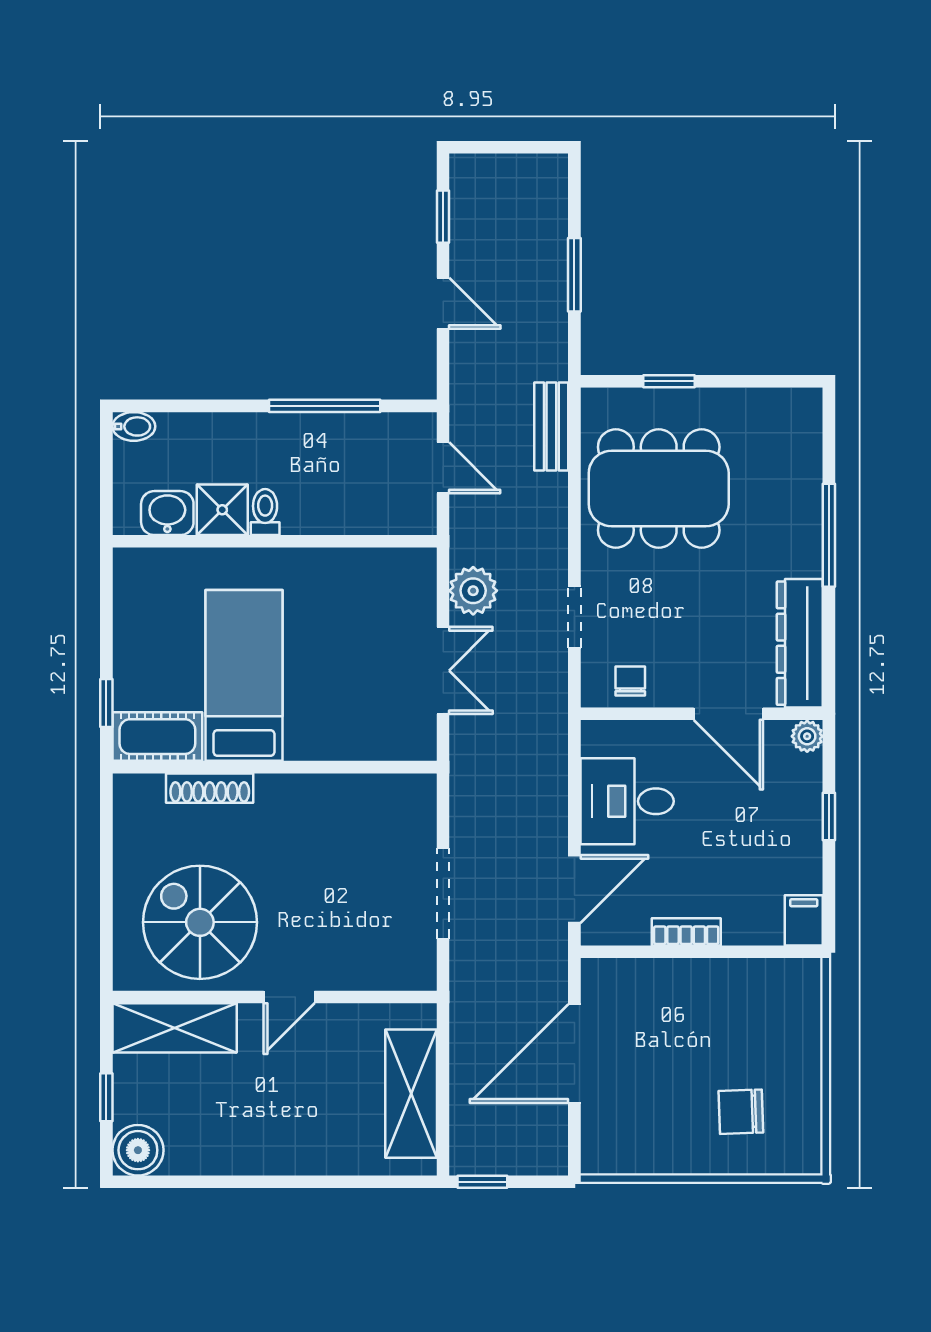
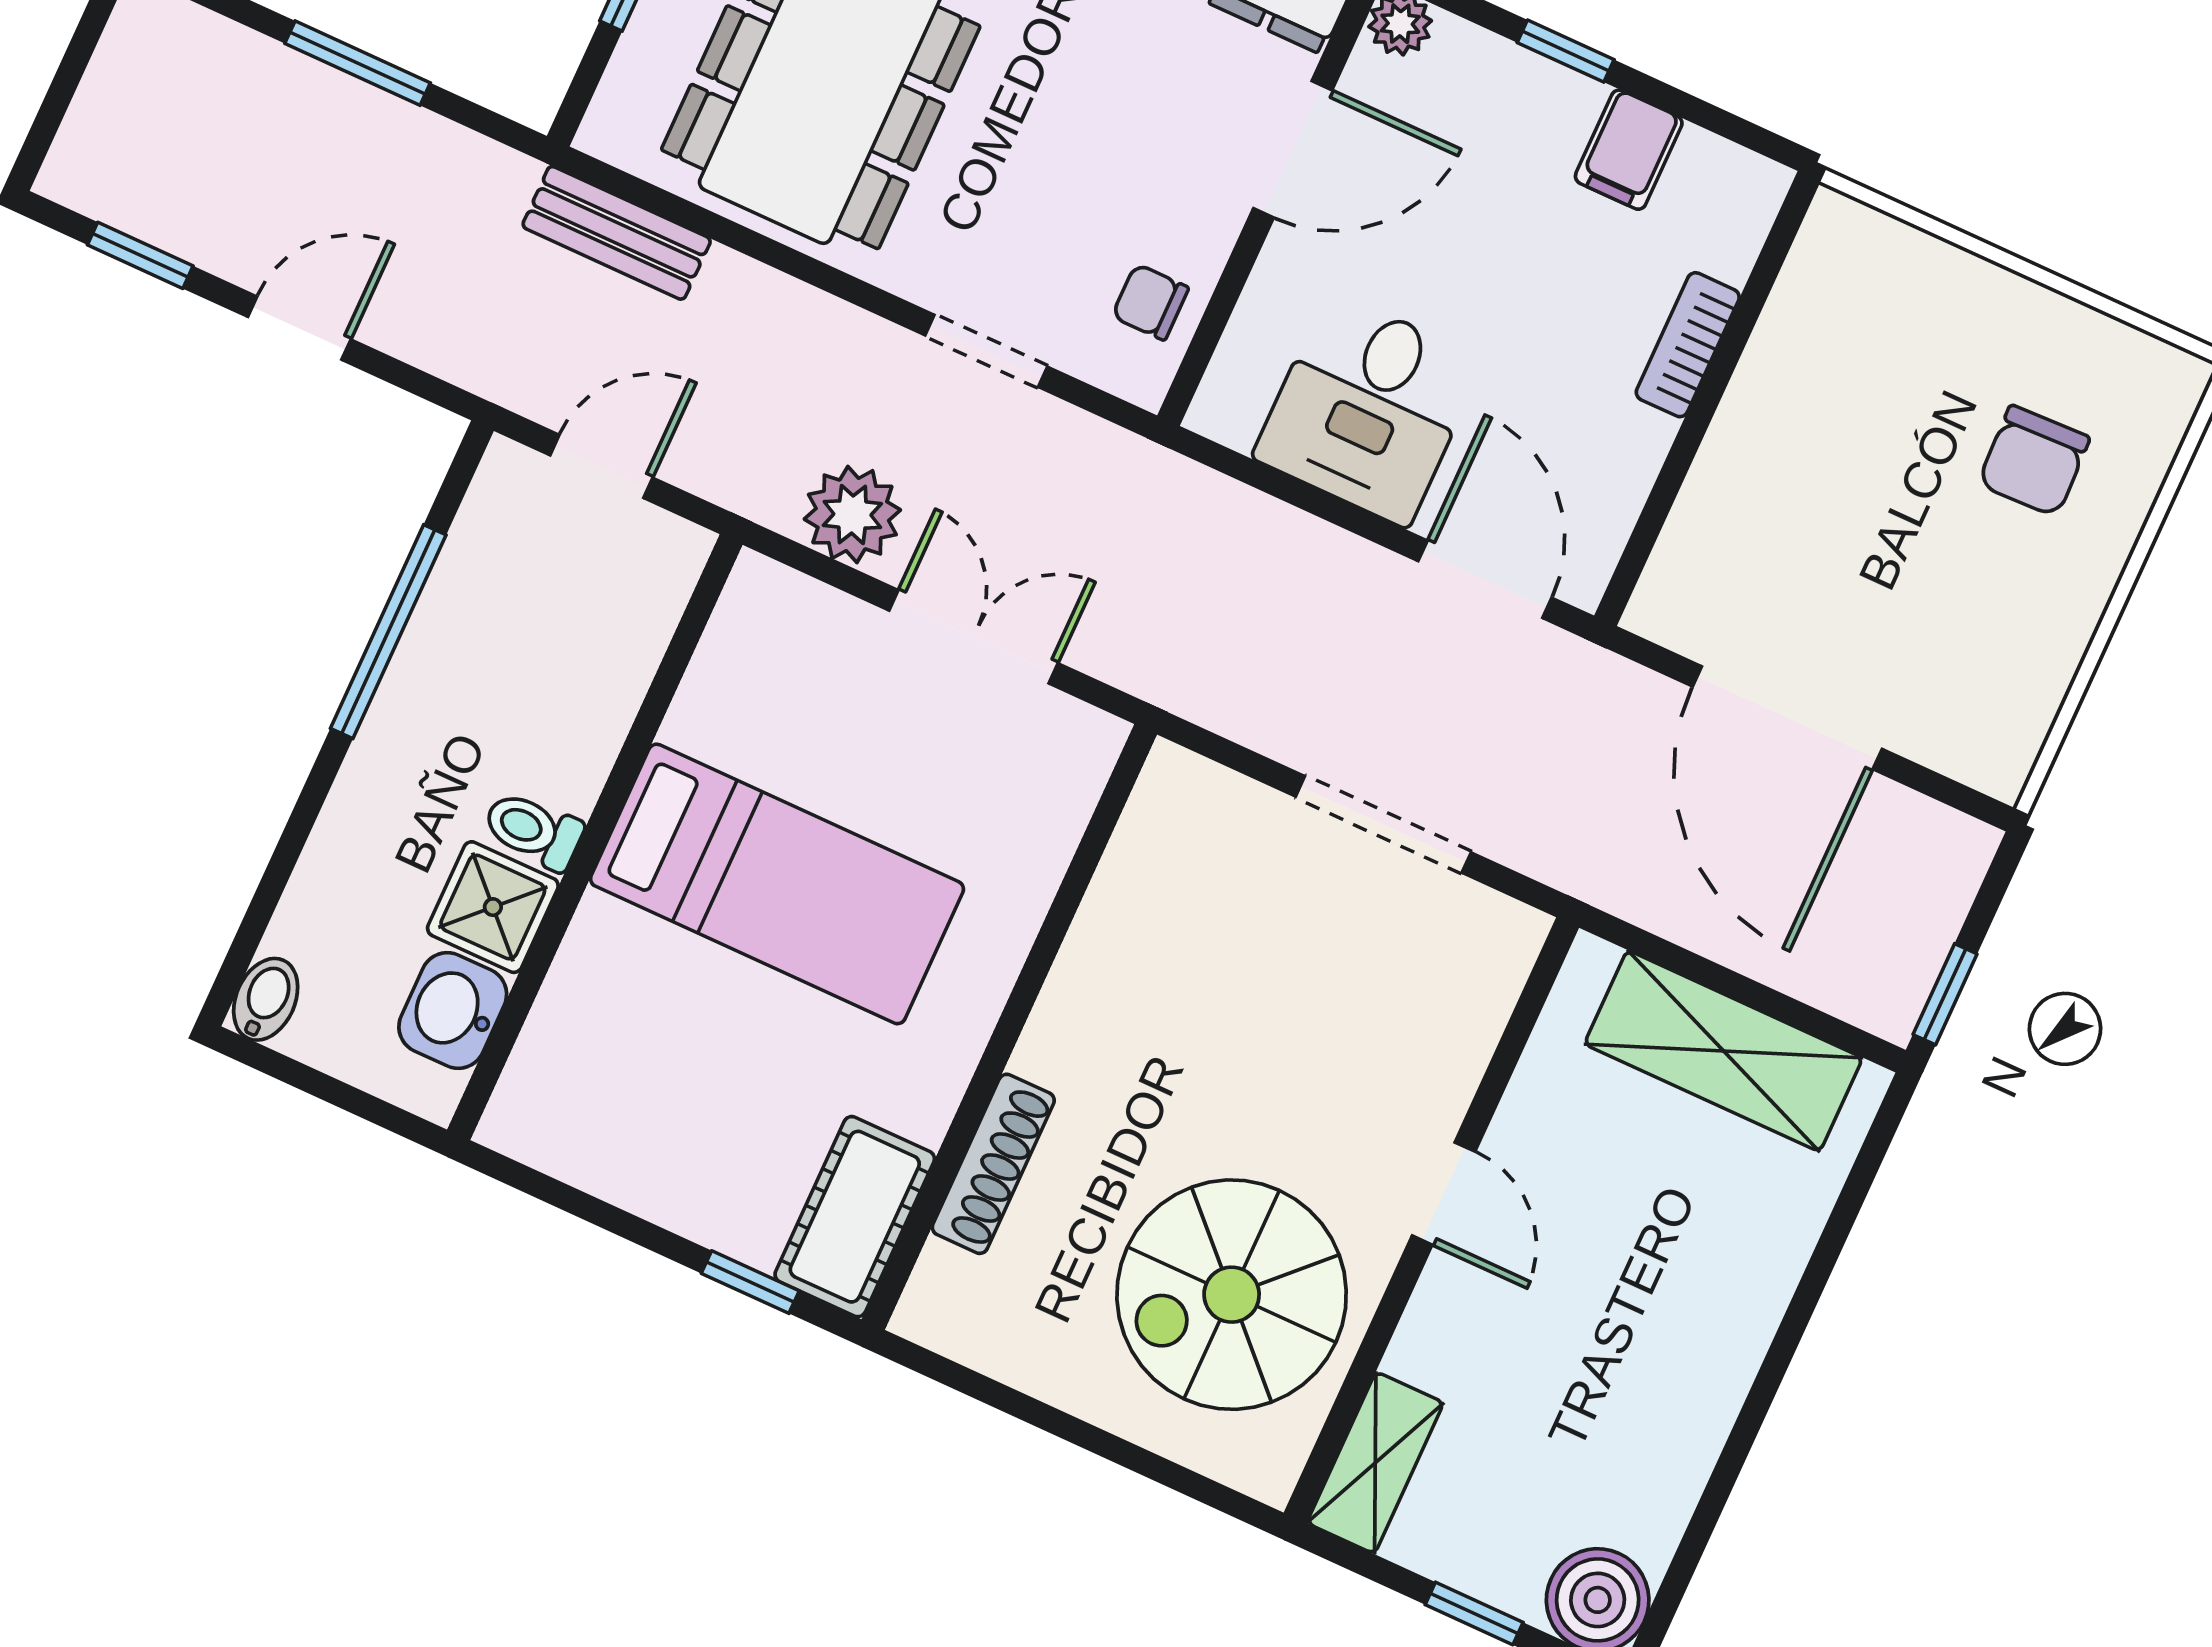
bed: (244, 675) -> (777, 884), moved, turned 180
filing cabinet: (804, 920) -> (1629, 150), moved, turned -90
bookcase: (686, 932) -> (1688, 345), moved
shelving: (175, 1028) -> (1375, 1463), width x0.67, depth x0.75

